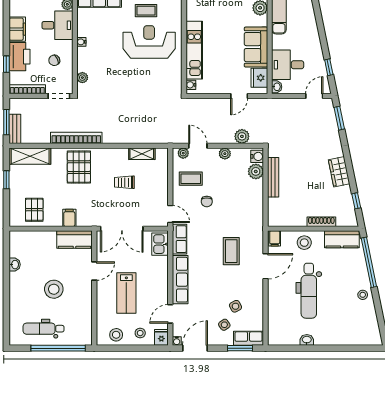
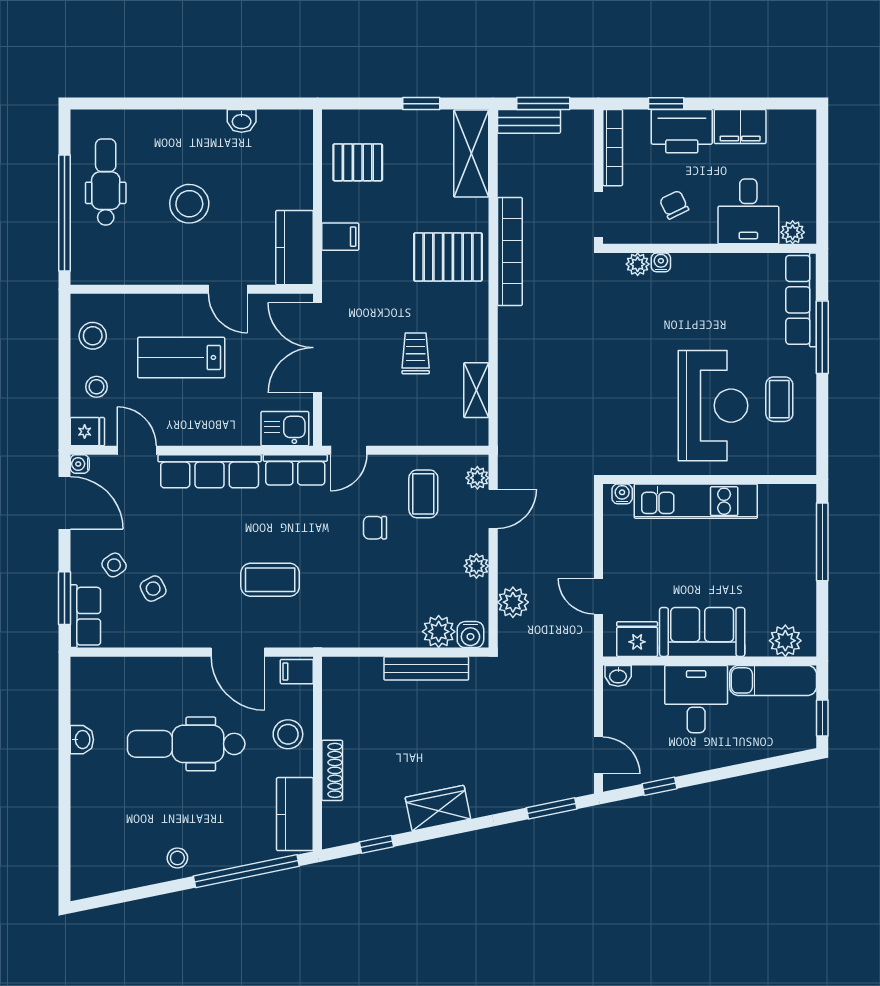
water cooler: (81, 42) -> (661, 262), moved
desk: (288, 65) -> (696, 699), moved

